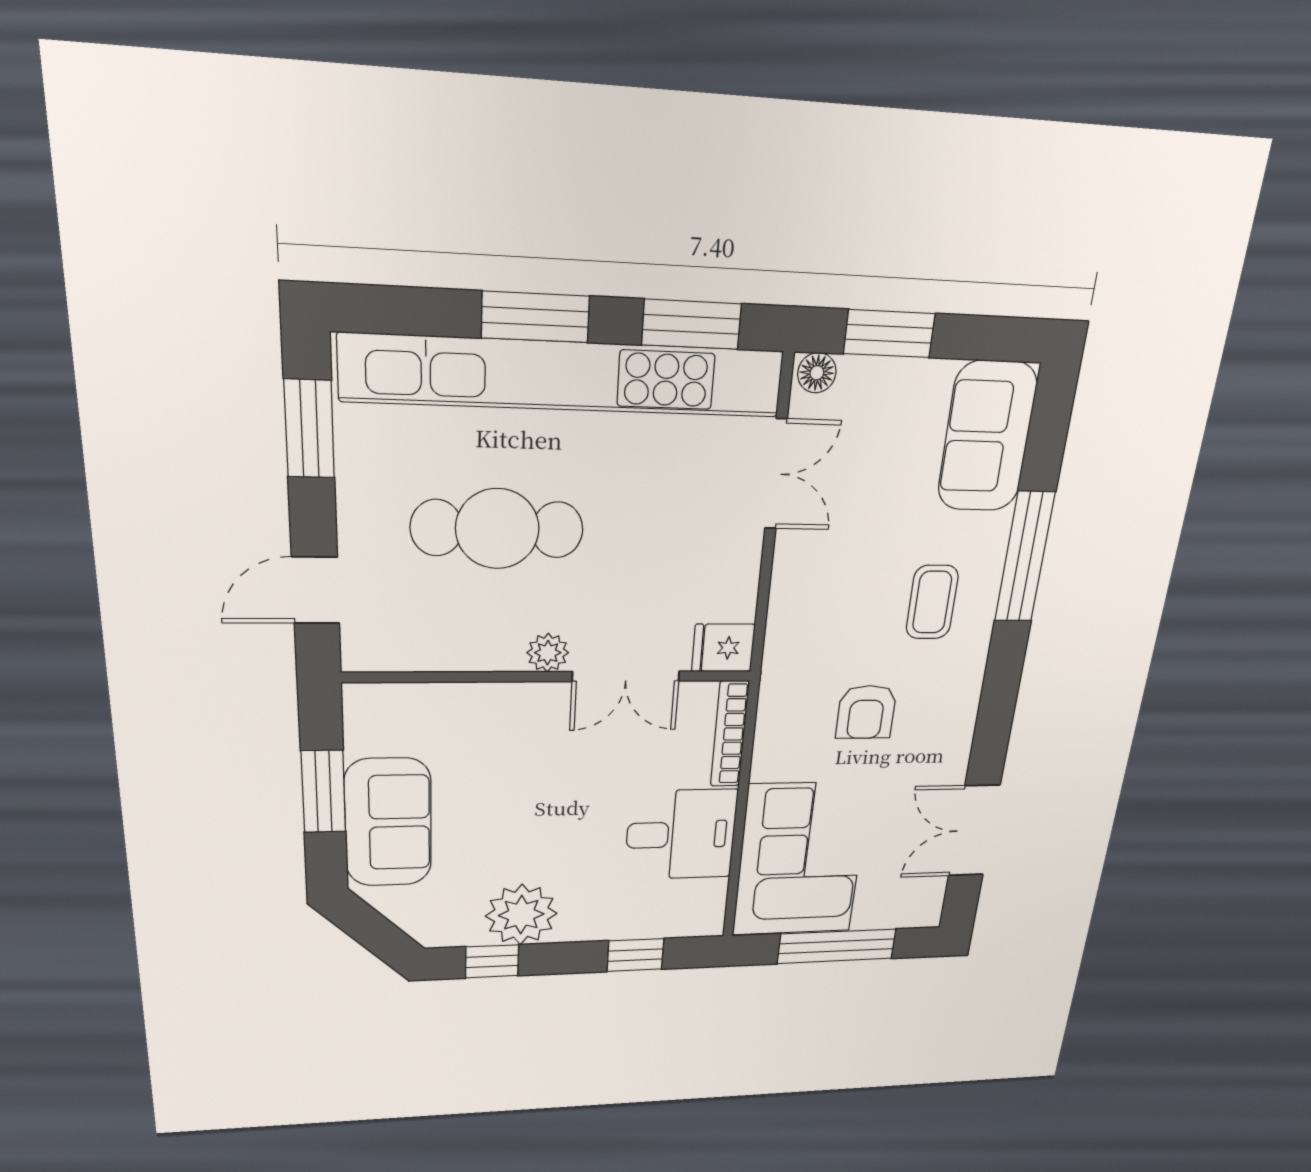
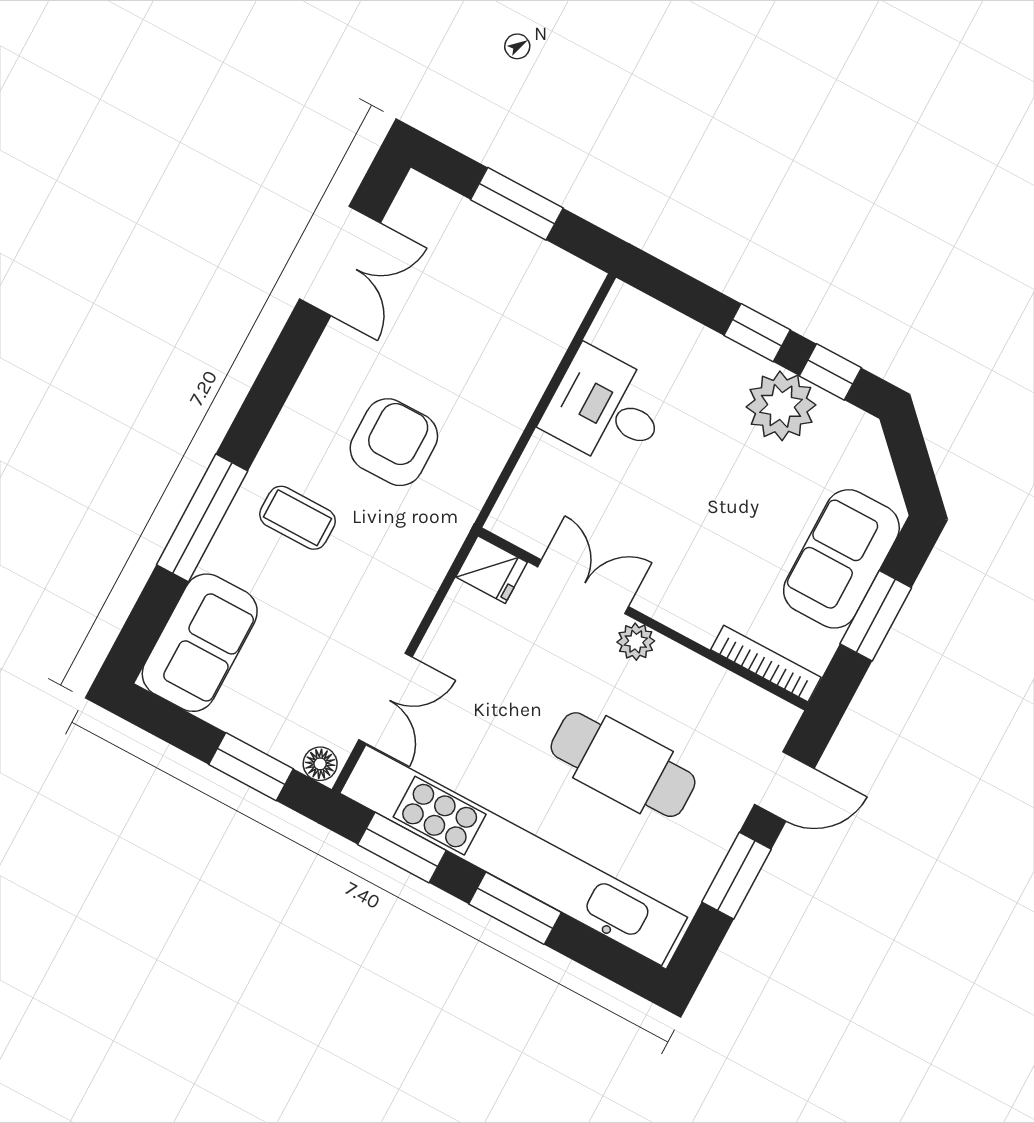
window: (309, 429) -> (736, 876), moved
double door: (776, 474) -> (386, 698), swing flipped
coffee table: (932, 602) -> (298, 518), turned 90
armchair: (866, 712) -> (394, 442), width x1.38, depth x1.38
bookcase: (730, 734) -> (766, 664), moved, turned -90
corner sofa: (800, 859) -> (512, 322), removed
window: (837, 946) -> (517, 204), width x0.69
window: (635, 955) -> (757, 333), moved

